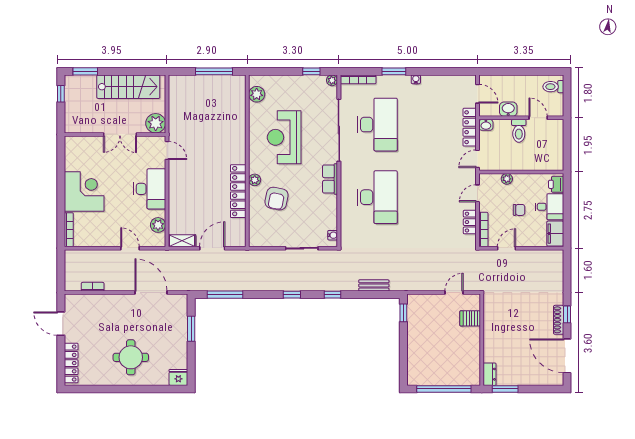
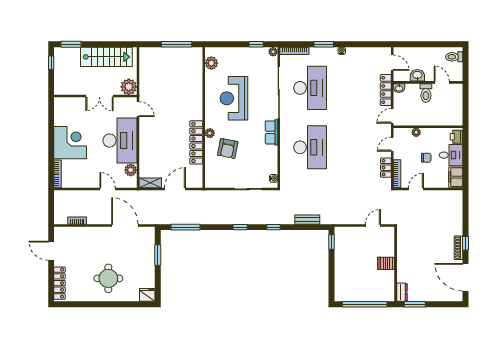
desk: (150, 189) -> (120, 141), width x1.36, depth x1.30
server rack: (470, 318) -> (386, 263), moved

